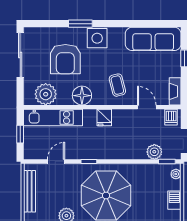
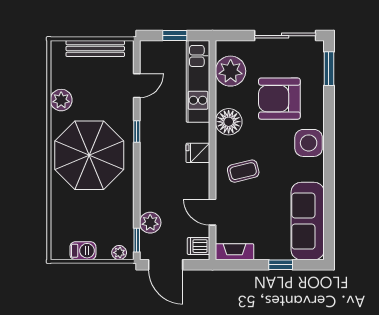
window: (80, 24) -> (329, 69), moved
door: (147, 107) -> (212, 212), swing flipped
door: (56, 161) -> (137, 86), hinge flipped

